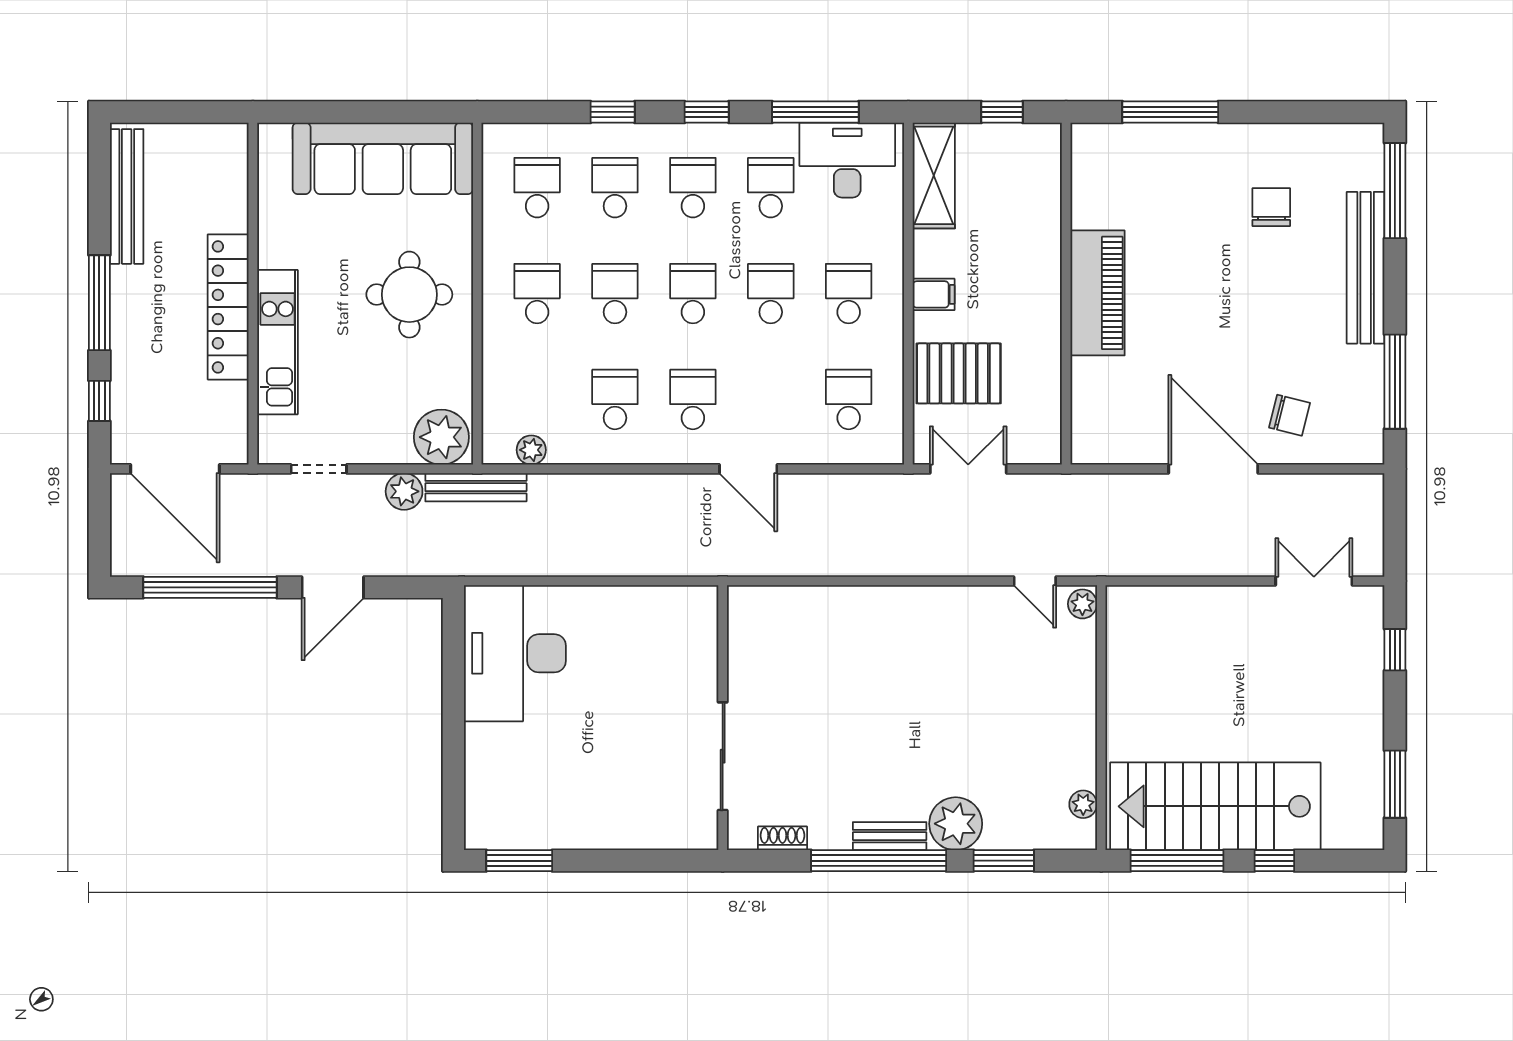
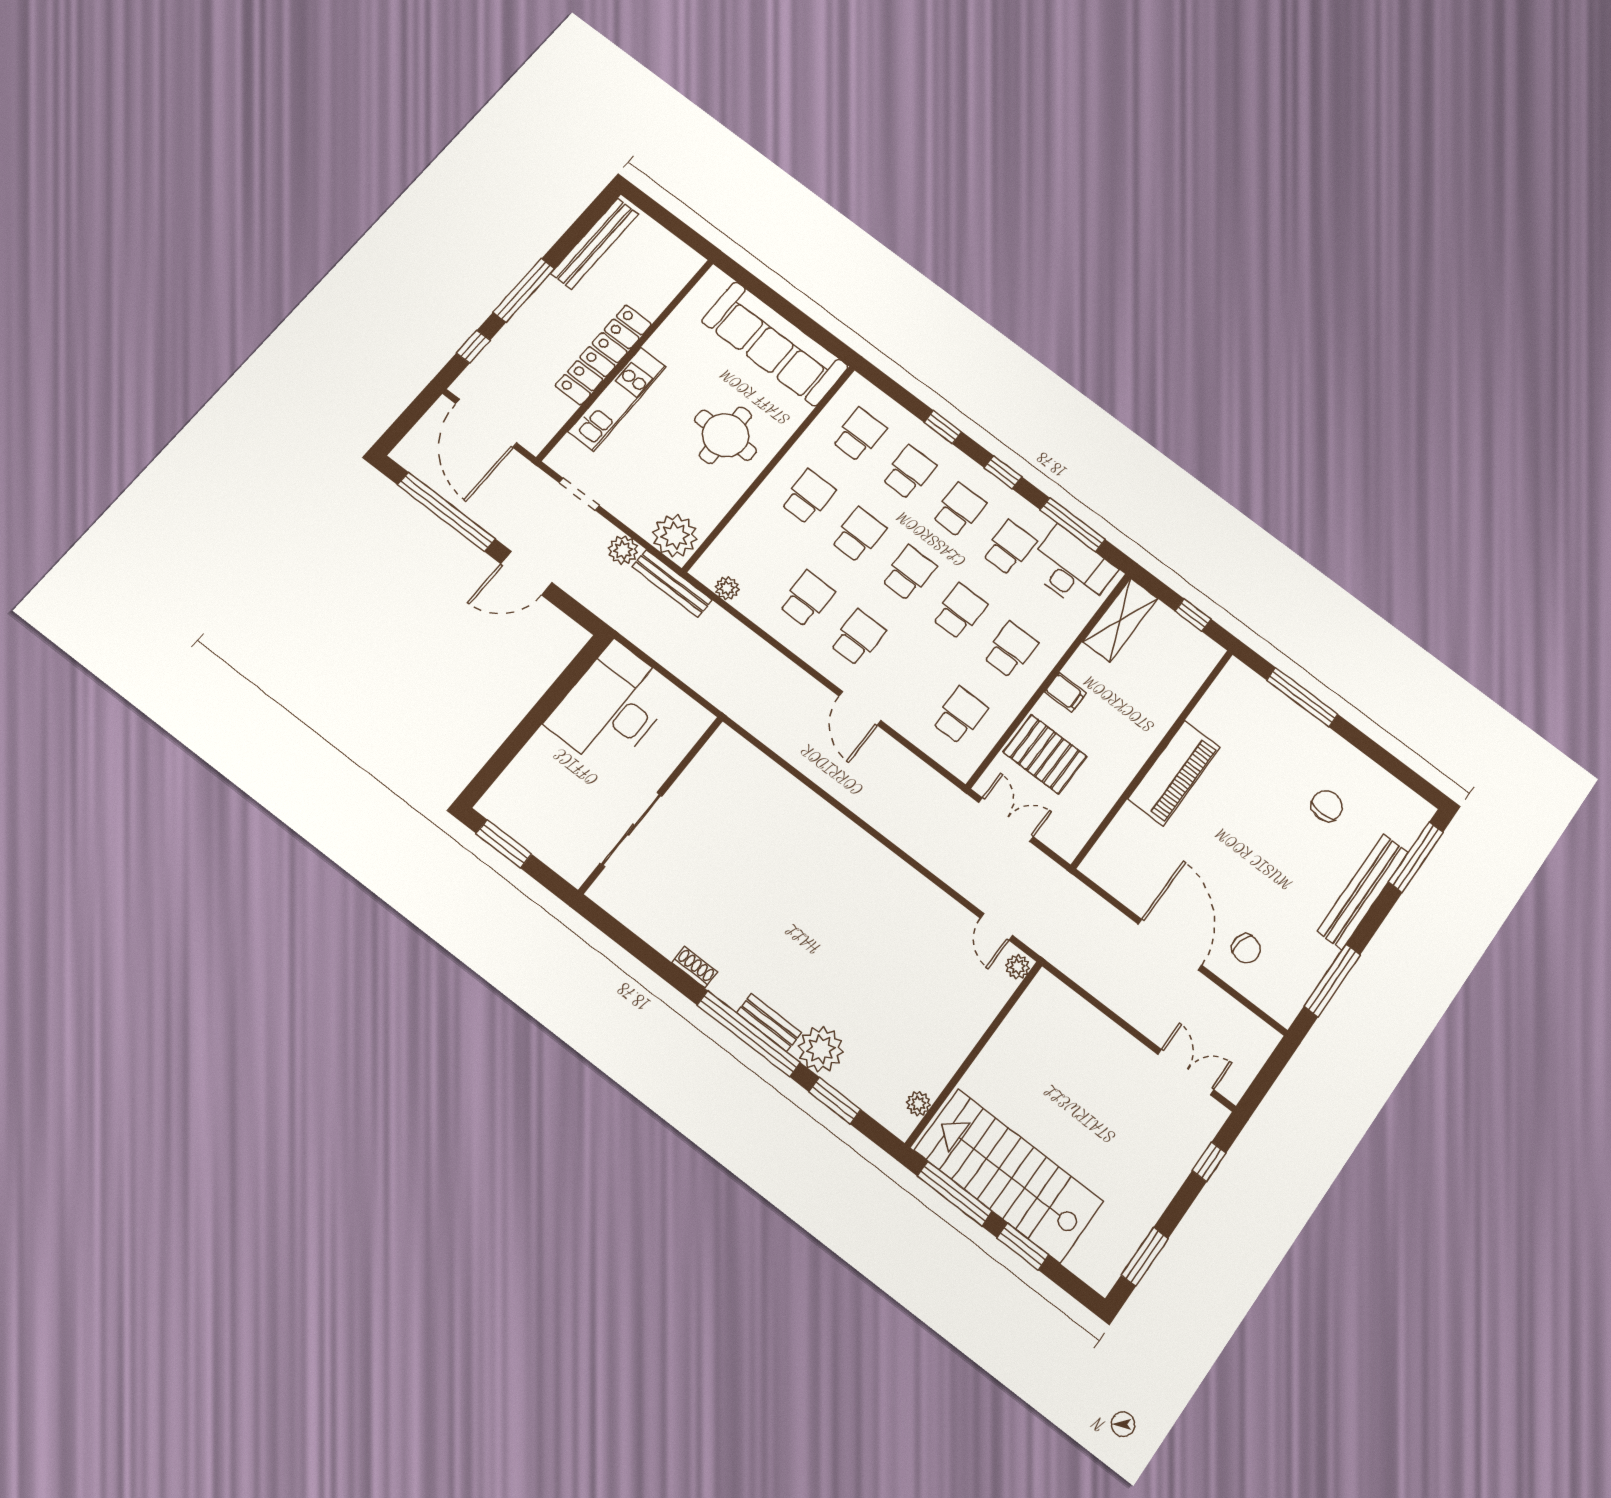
wall: (723, 718) -> (651, 804), moved
sliding door: (723, 756) -> (631, 830), moved
window: (1274, 861) -> (1023, 1246), width x1.50

